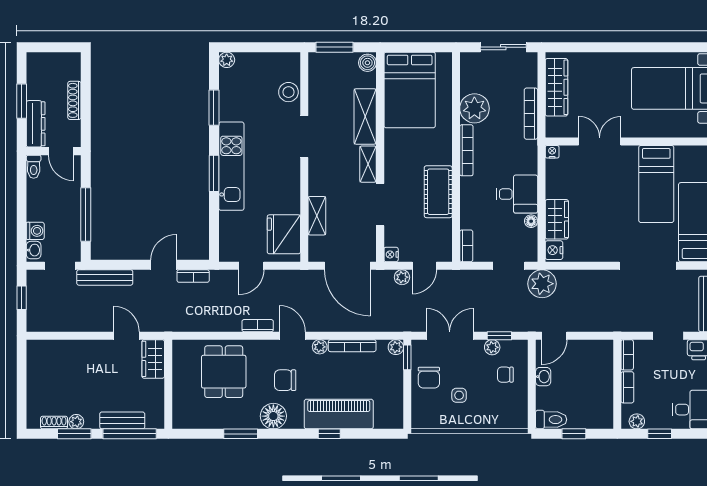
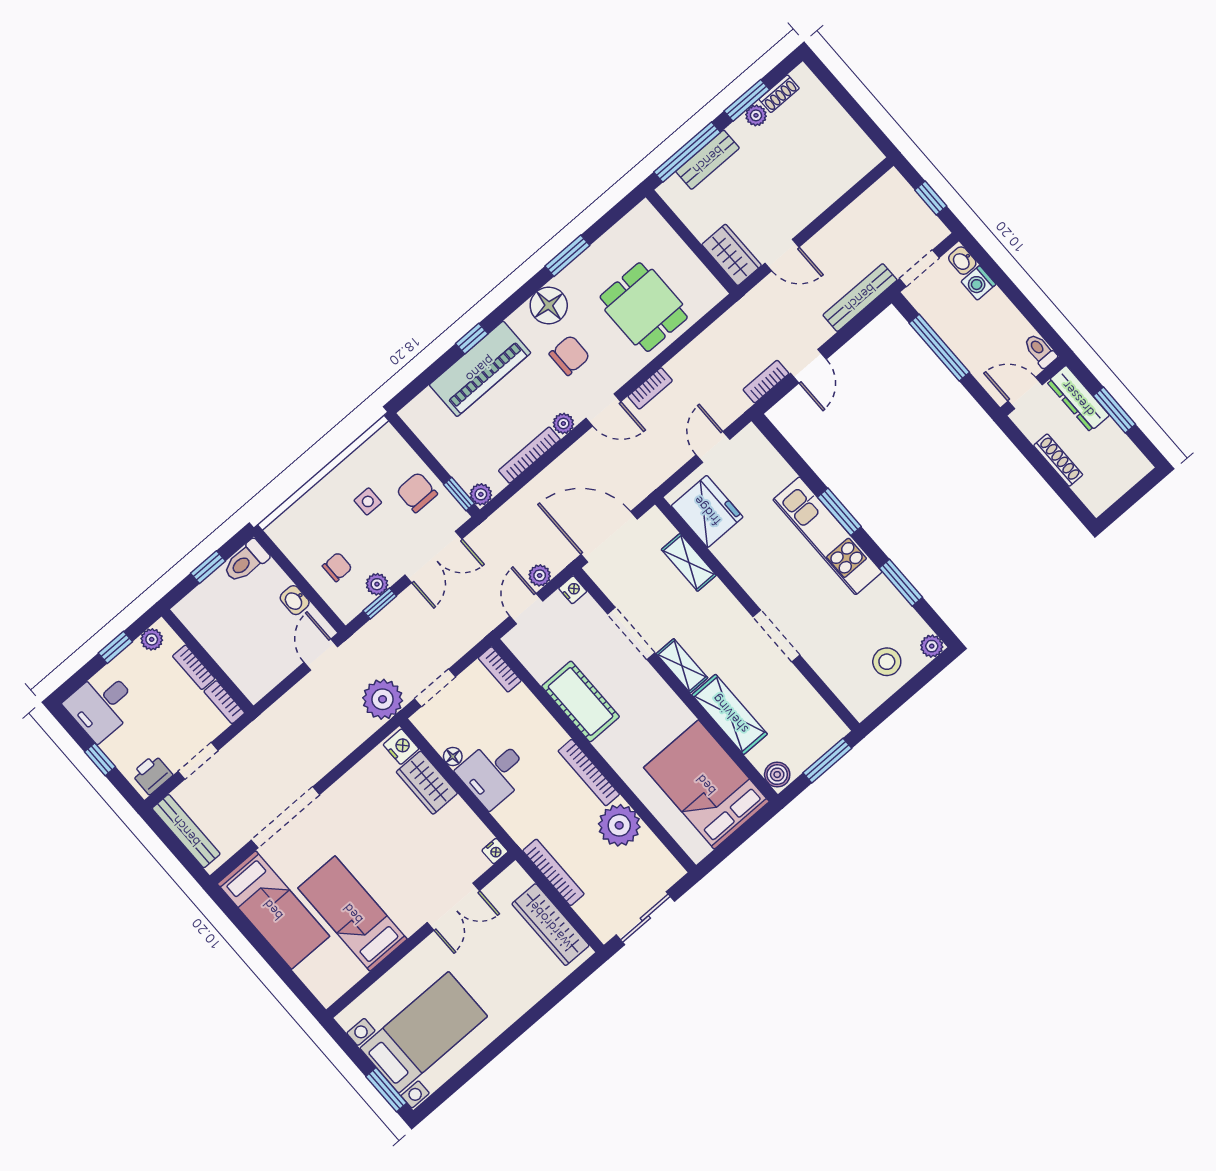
stool: (288, 92) -> (887, 662), moved

